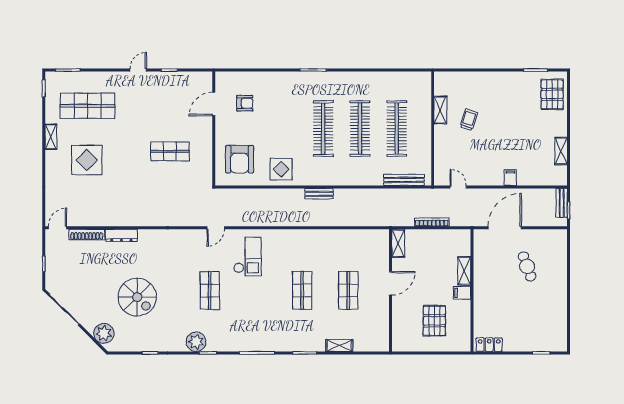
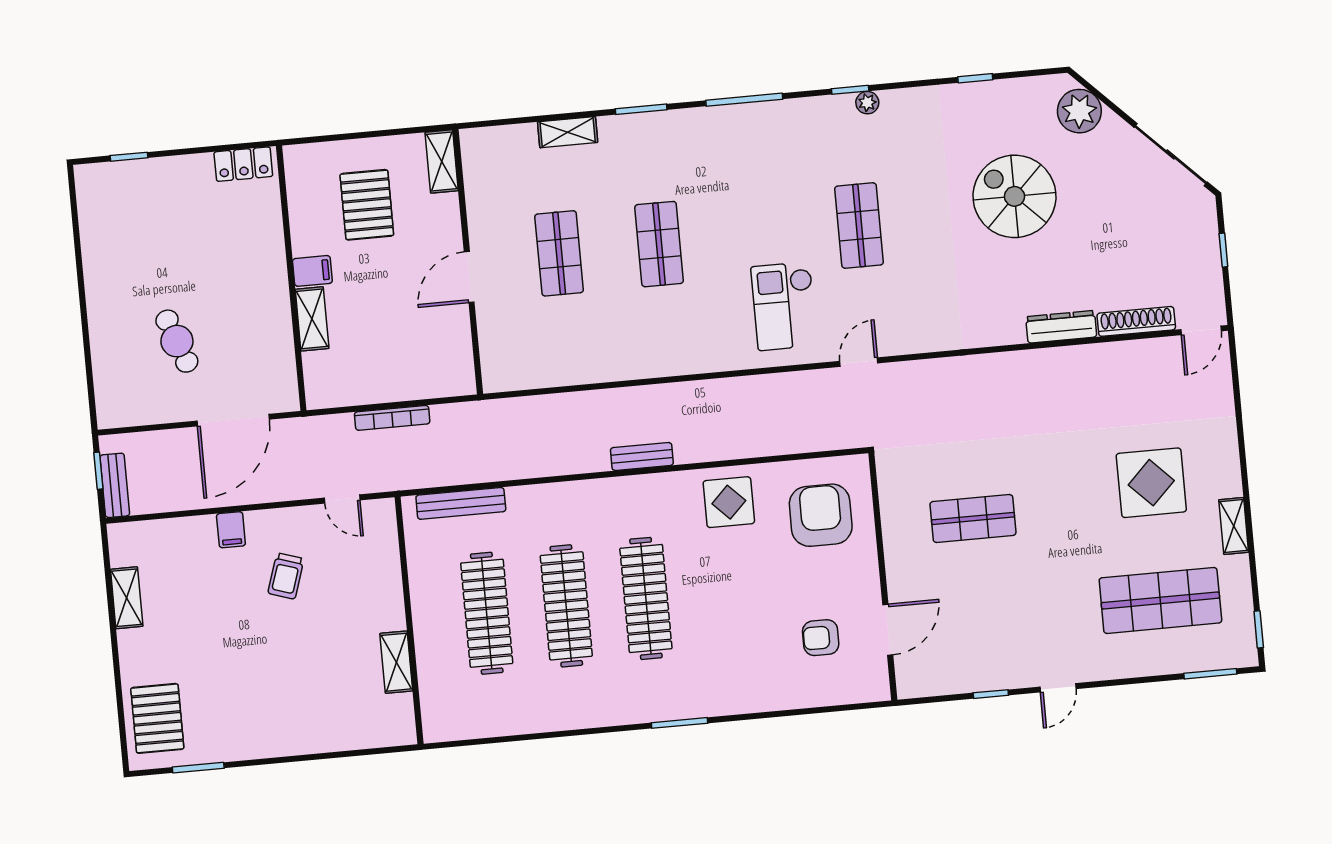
trolley: (469, 120) -> (286, 576), moved
shelving: (398, 243) -> (442, 161), moved
plant: (196, 342) -> (867, 103), width x0.53, depth x0.53

